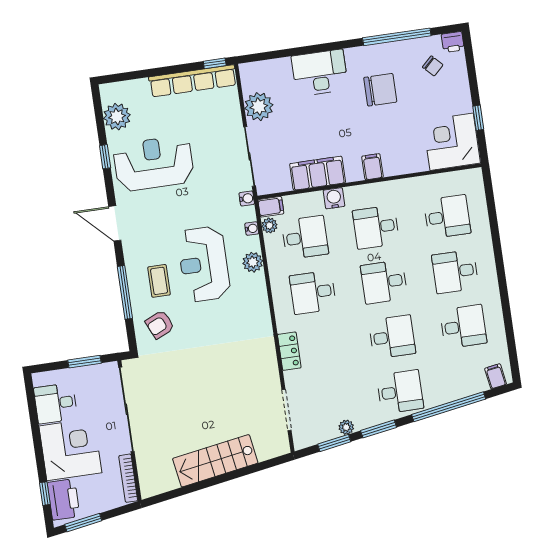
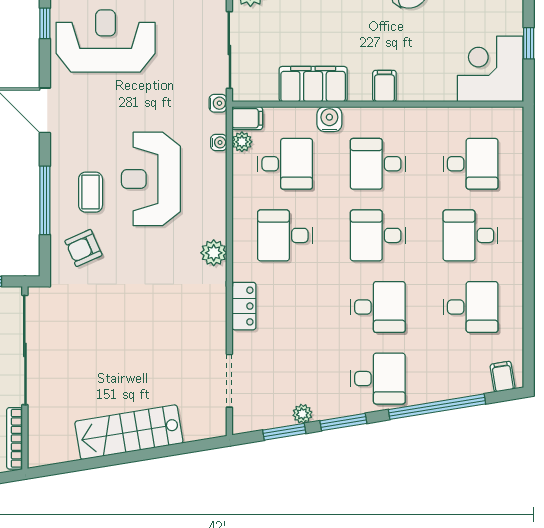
plant: (253, 262) -> (214, 253), moved

